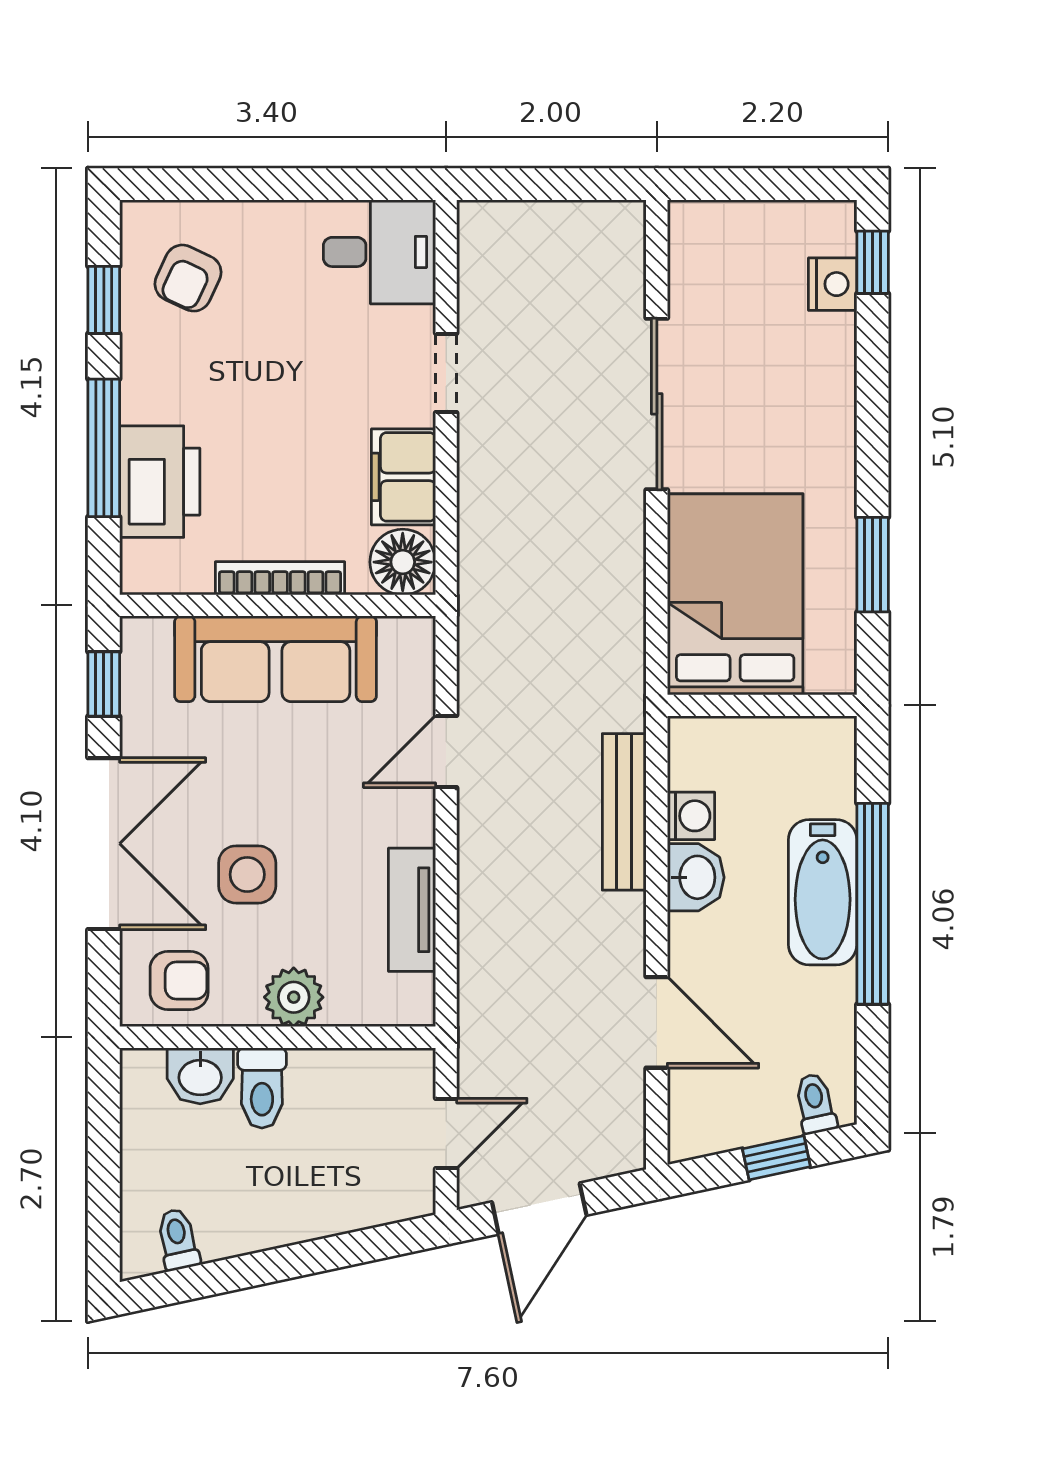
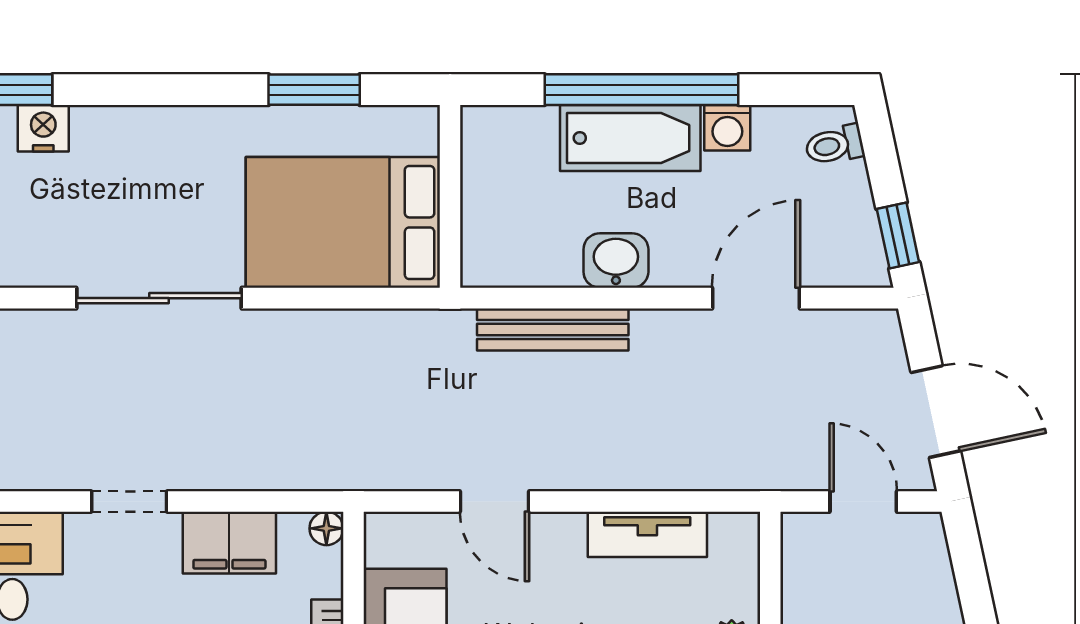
floor lamp: (403, 562) -> (326, 528), width x0.53, depth x0.53
washing machine: (691, 816) -> (727, 128), moved, turned 180
window: (776, 1158) -> (898, 236), moved

